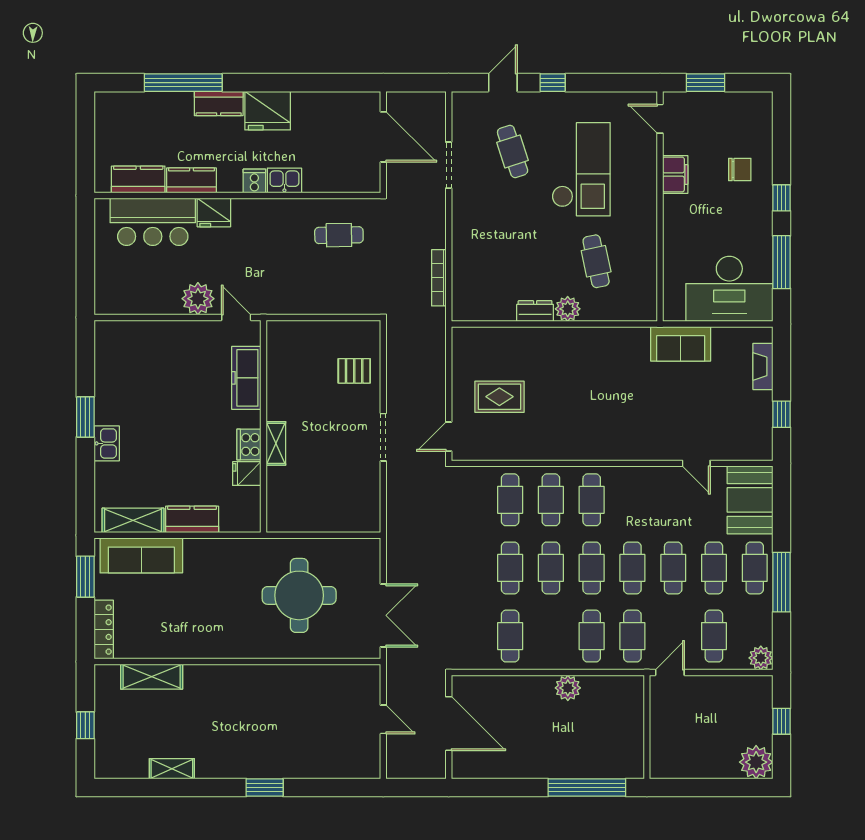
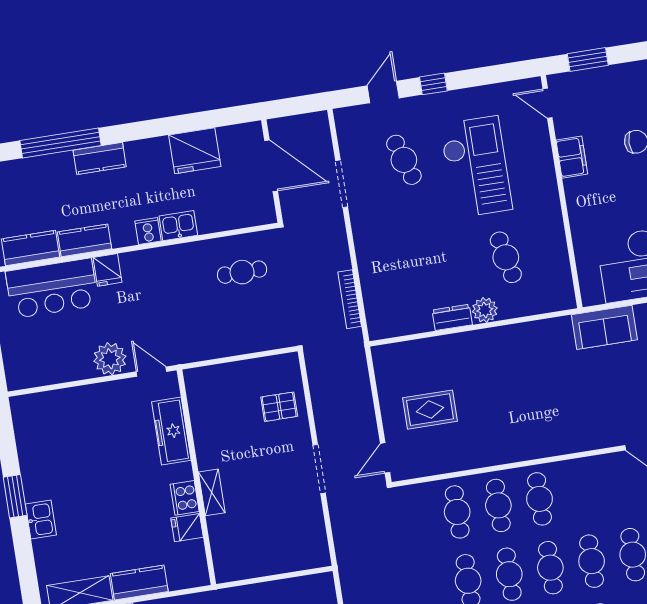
fridge: (268, 111) -> (195, 151), moved
fridge: (214, 212) -> (107, 270), width x0.72

